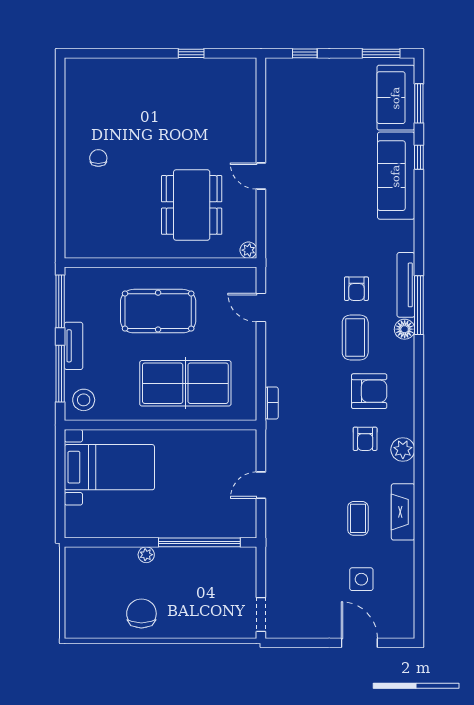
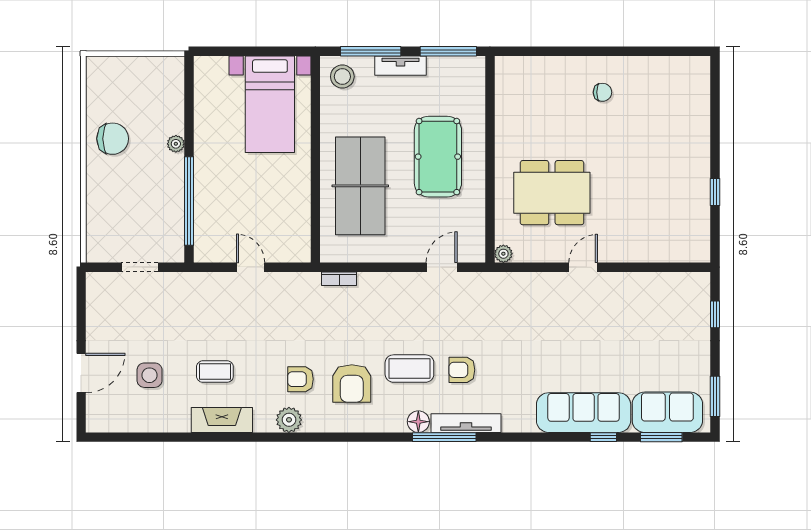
doorway: (261, 615) -> (140, 267), moved

